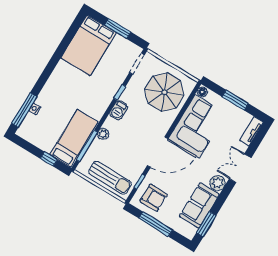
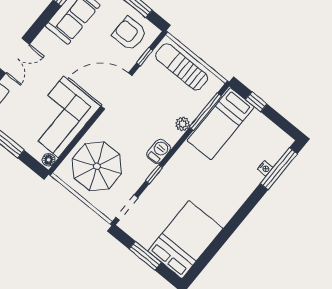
plant: (218, 183) -> (45, 41), removed

